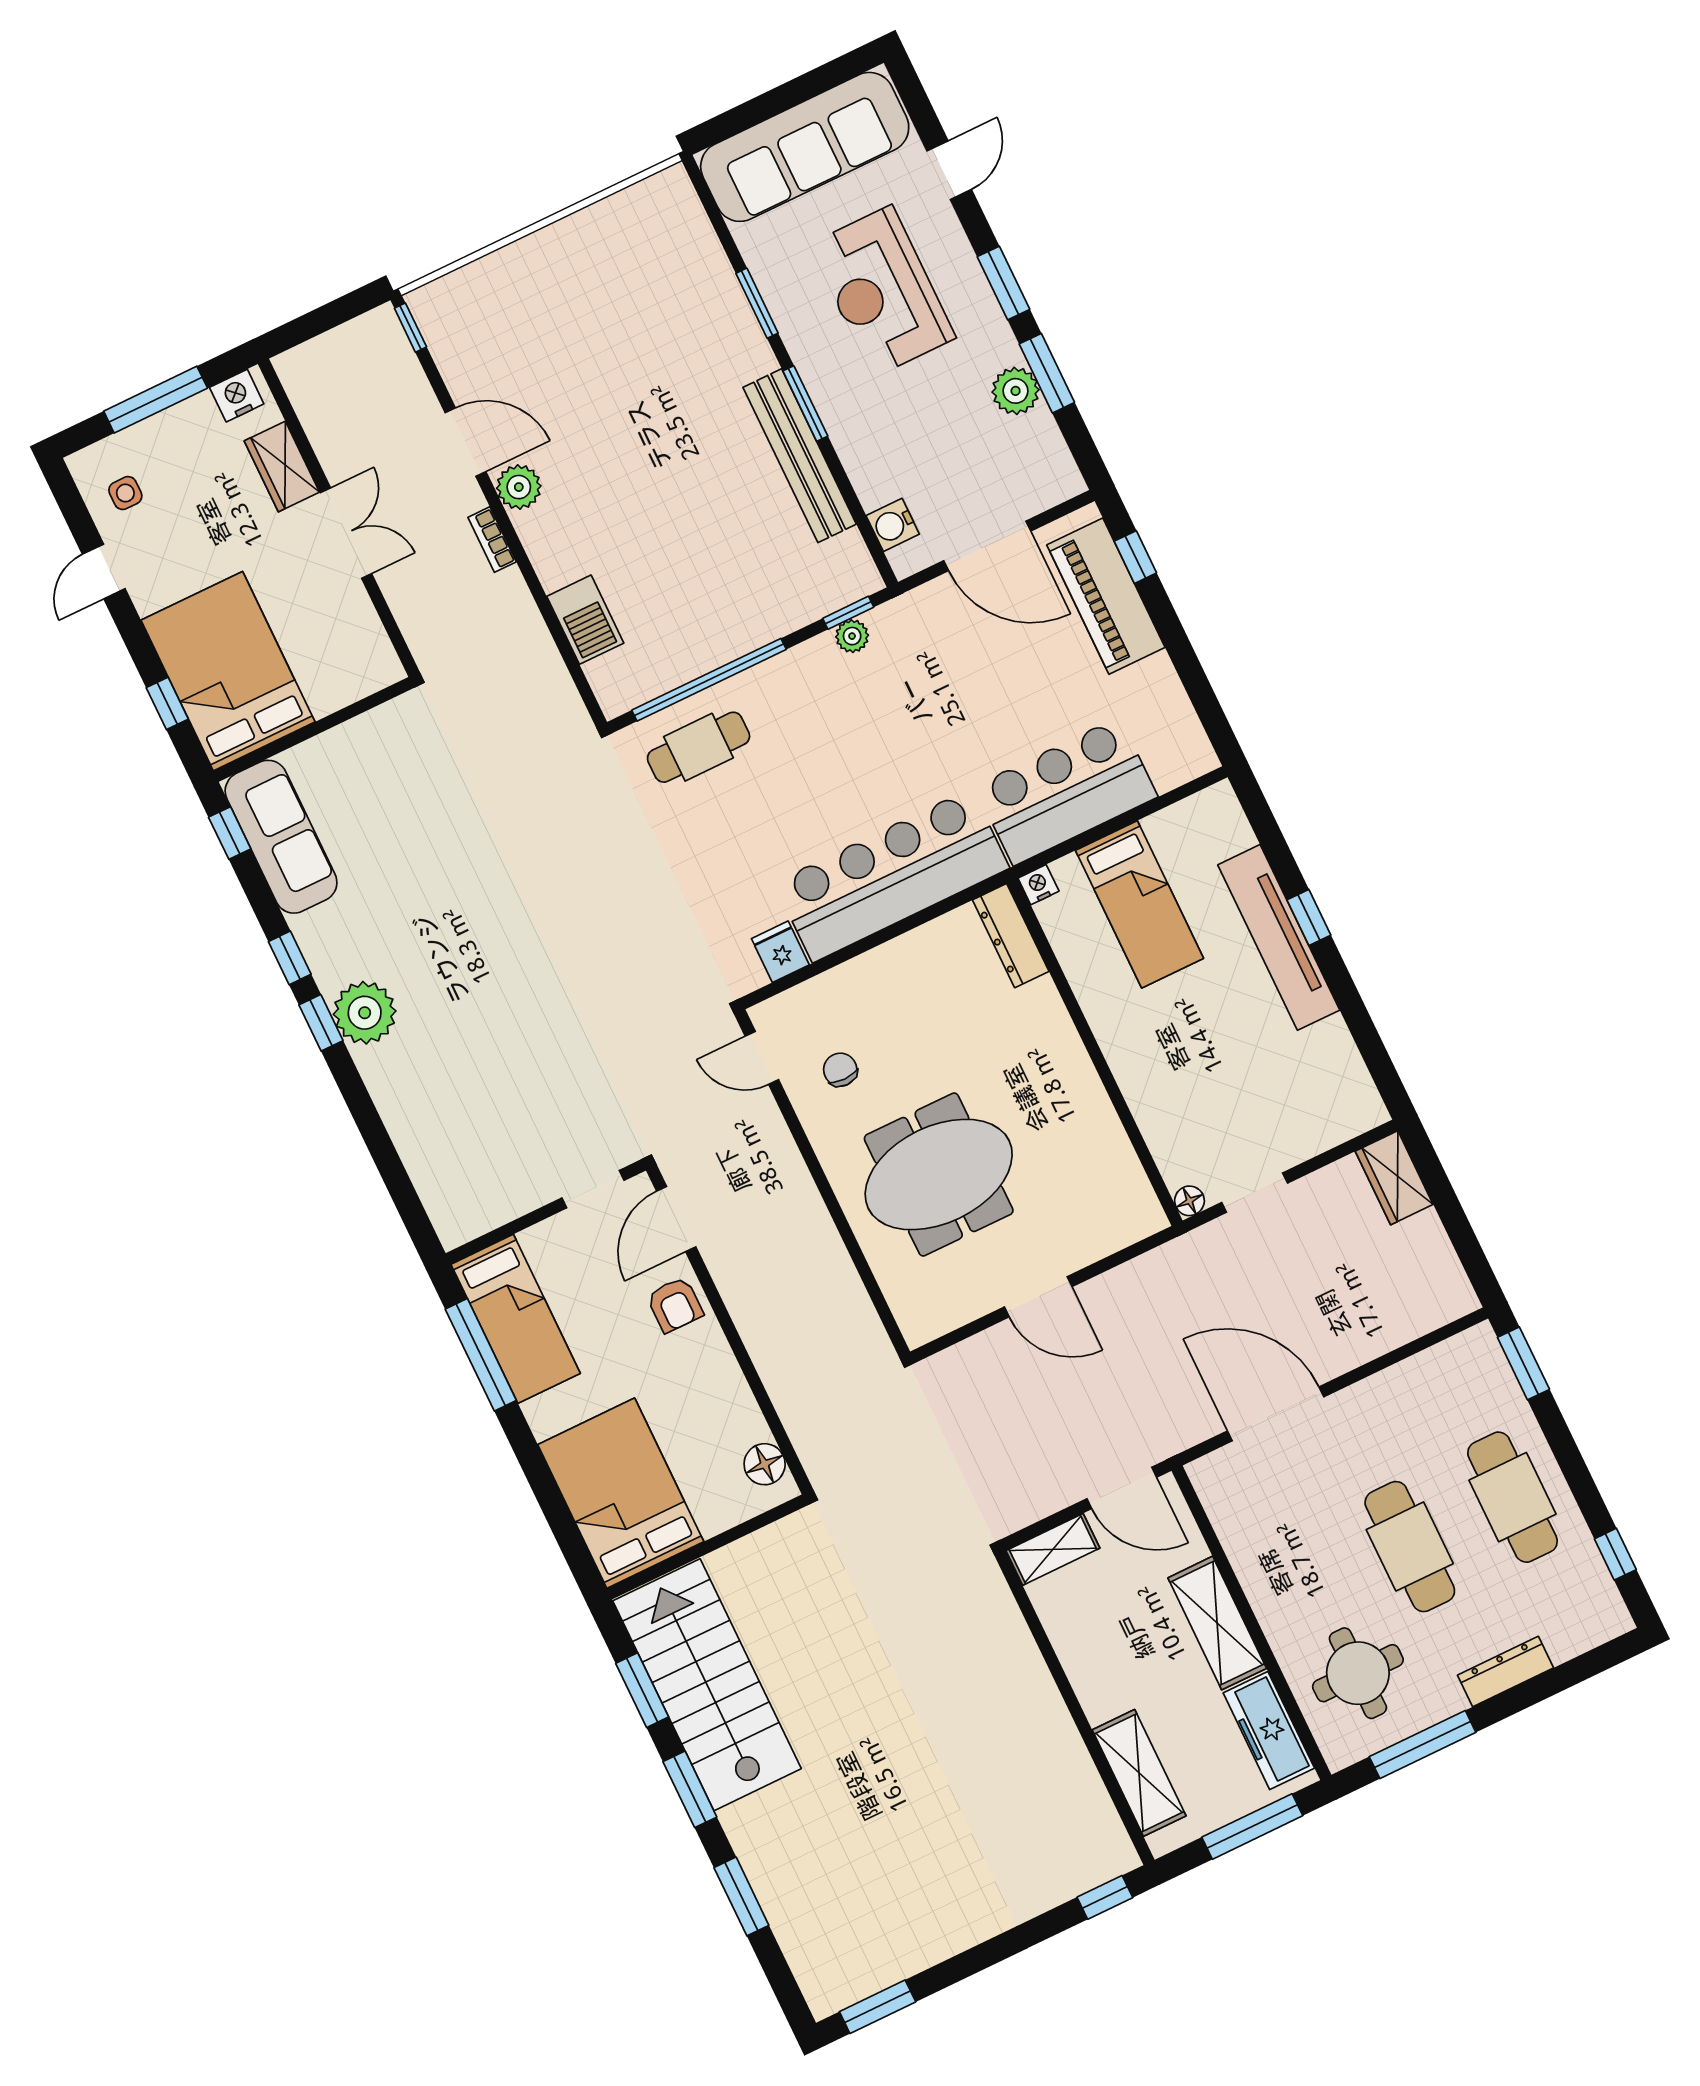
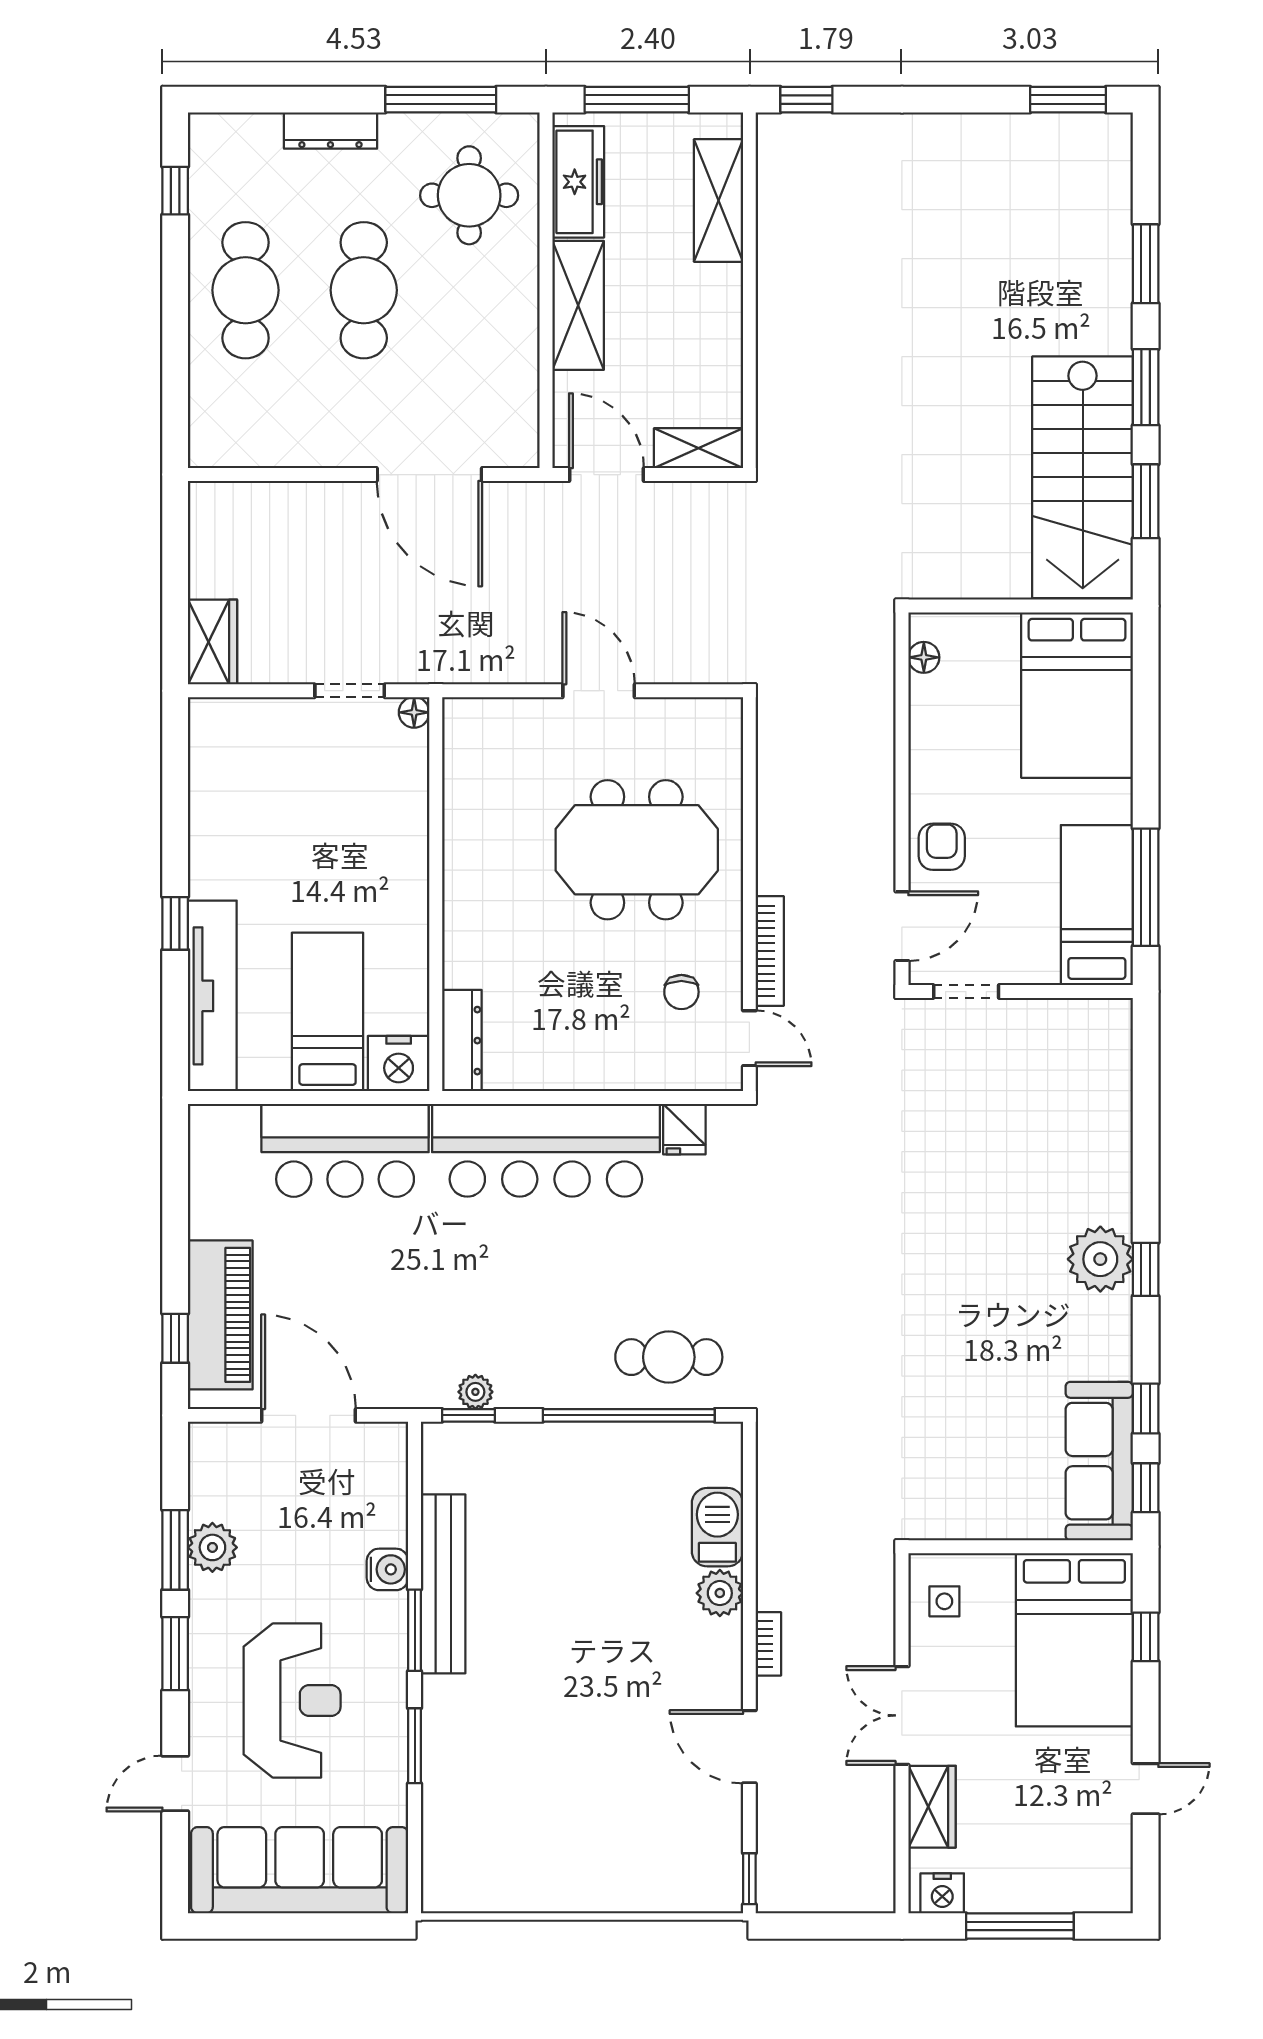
plant: (519, 487) -> (720, 1593), moved
side table: (125, 493) -> (944, 1601), moved
water cooler: (893, 525) -> (387, 1569), moved
nightstand: (1038, 885) -> (399, 1064), width x1.89, depth x1.79
tv unit: (1279, 937) -> (212, 996), moved
window: (290, 958) -> (1146, 1409), moved
bookcase: (781, 1142) -> (770, 951), added
window: (1523, 1363) -> (175, 410), removed
floor lamp: (765, 1464) -> (924, 657), width x0.73, depth x0.73

